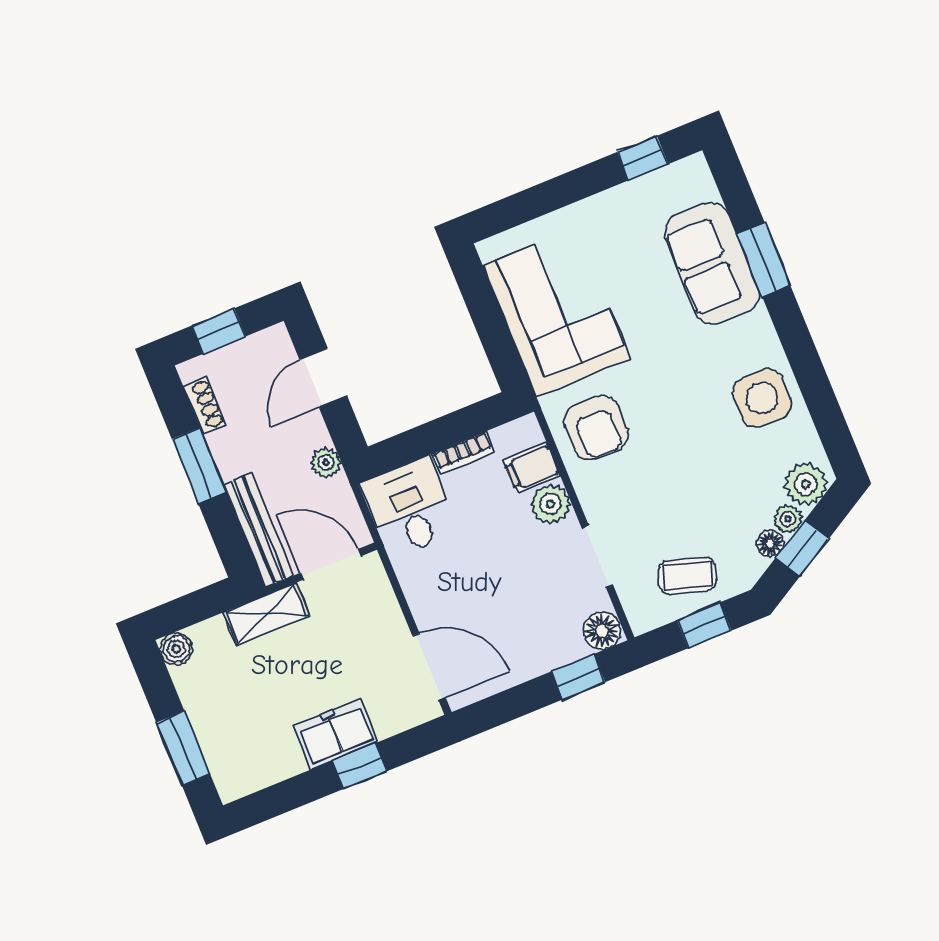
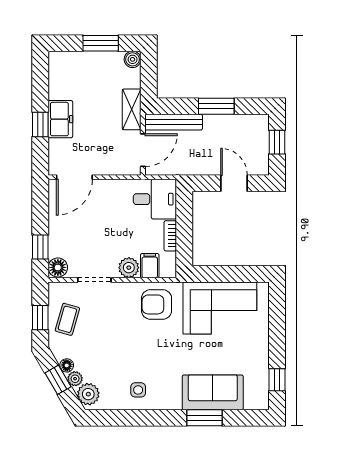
side table: (762, 398) -> (138, 390), width x0.54, depth x0.54
shoe rack: (205, 405) -> (244, 121), removed
plant: (326, 463) -> (193, 168), removed
window: (183, 748) -> (101, 43), moved

